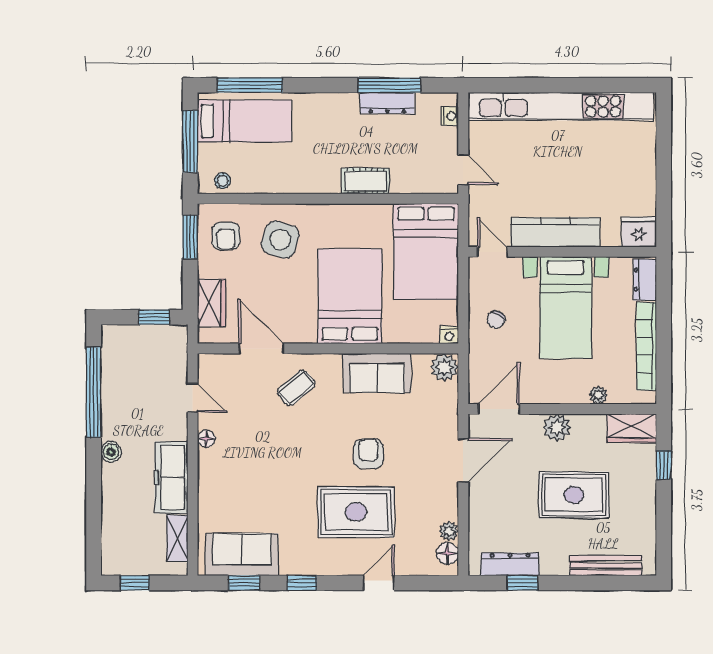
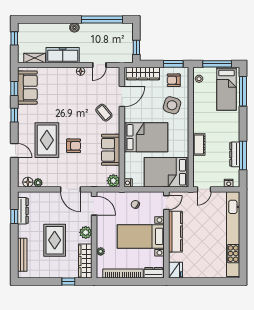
wardrobe: (211, 303) -> (143, 74), width x1.50
wardrobe: (632, 428) -> (85, 261), width x1.50

